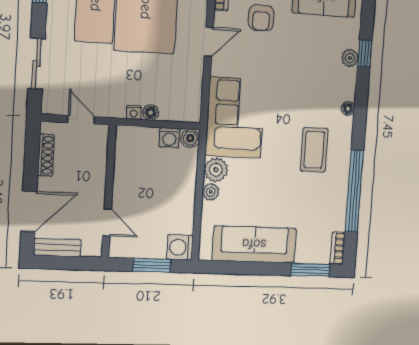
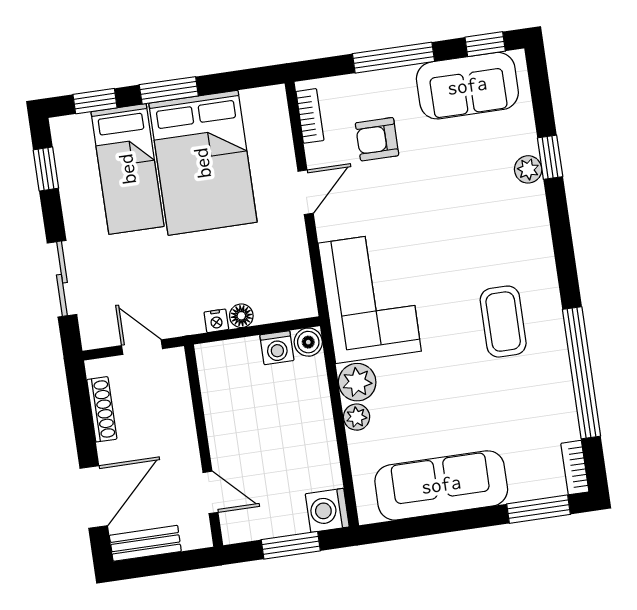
armchair: (261, 18) -> (377, 139), turned 90
floor lamp: (348, 108) -> (542, 247), removed

